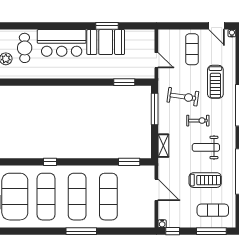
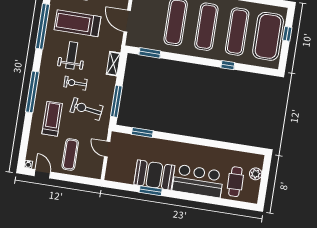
weight bench: (206, 147) -> (72, 55), turned -90
treadmill: (205, 180) -> (78, 23), width x1.37, depth x1.38

